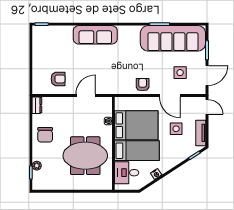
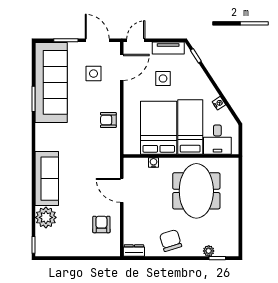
plant: (64, 34) -> (46, 217), added
door: (170, 95) -> (122, 67), moved
chair: (45, 135) -> (171, 241), turned -107

